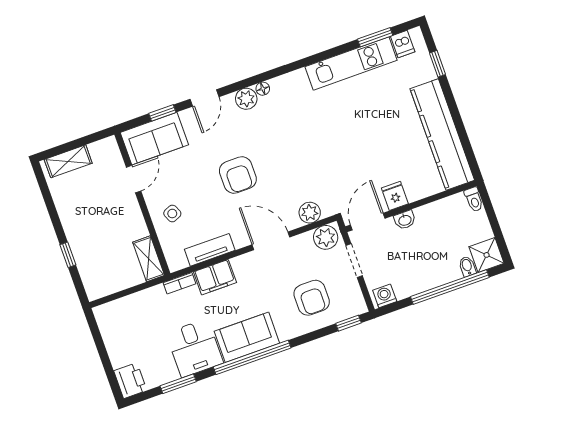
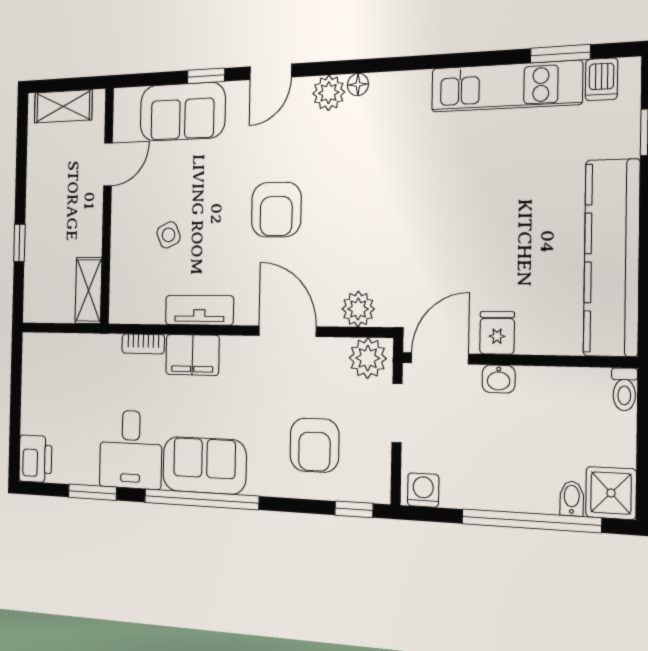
door: (134, 179) -> (108, 164), moved
wall: (142, 204) -> (107, 206), moved
shelving: (149, 259) -> (88, 290), moved

